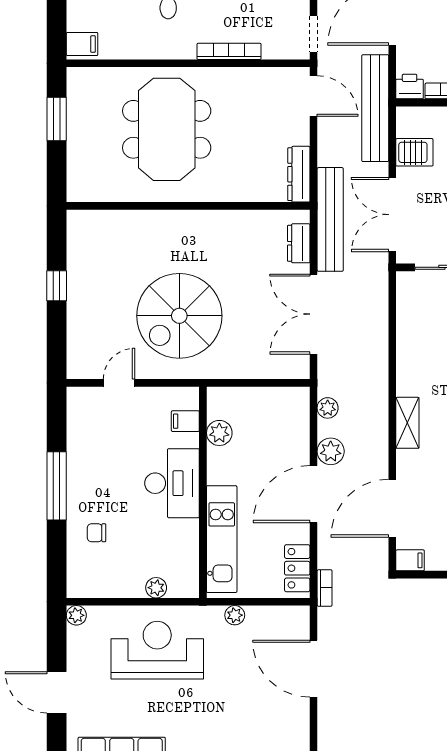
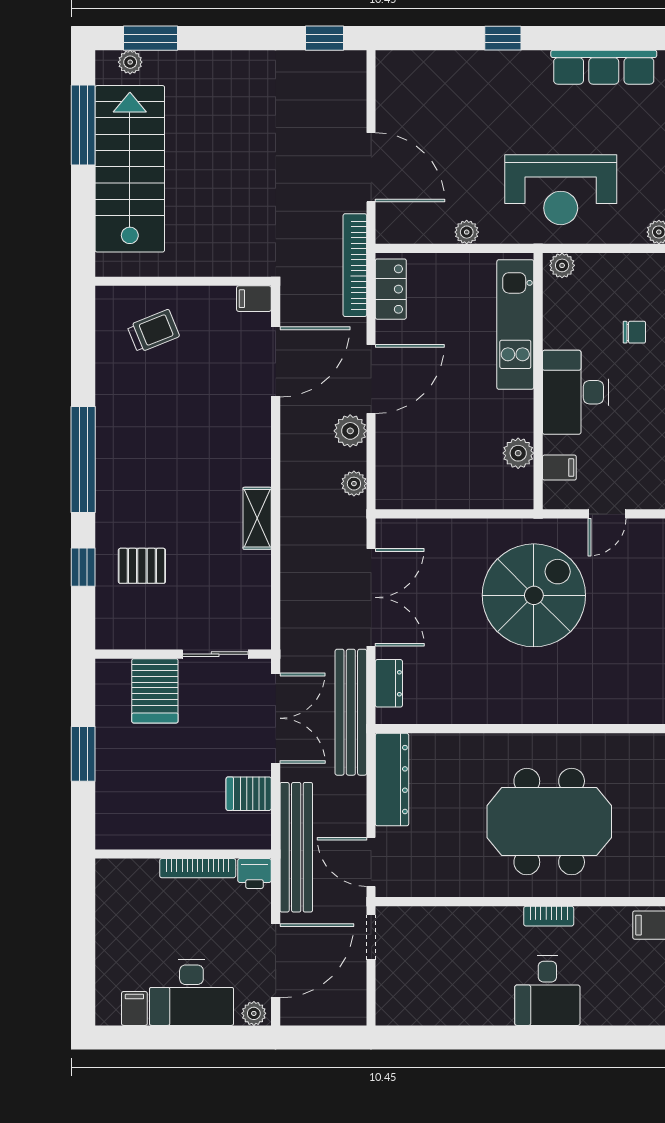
bookcase: (229, 51) -> (549, 916), moved, width x0.64
meeting table: (167, 129) -> (549, 822), turned 90
dresser: (299, 174) -> (392, 780), width x1.37, depth x1.24
filing cabinet: (185, 421) -> (559, 468), moved
shelving: (407, 423) -> (257, 518), moved
plant: (219, 433) -> (518, 453), moved
desk: (172, 483) -> (576, 392), moved
wall: (203, 492) -> (538, 381), moved
kitchen unit: (222, 539) -> (515, 324), moved
bookcase: (325, 588) -> (355, 265), width x2.31, depth x1.31

